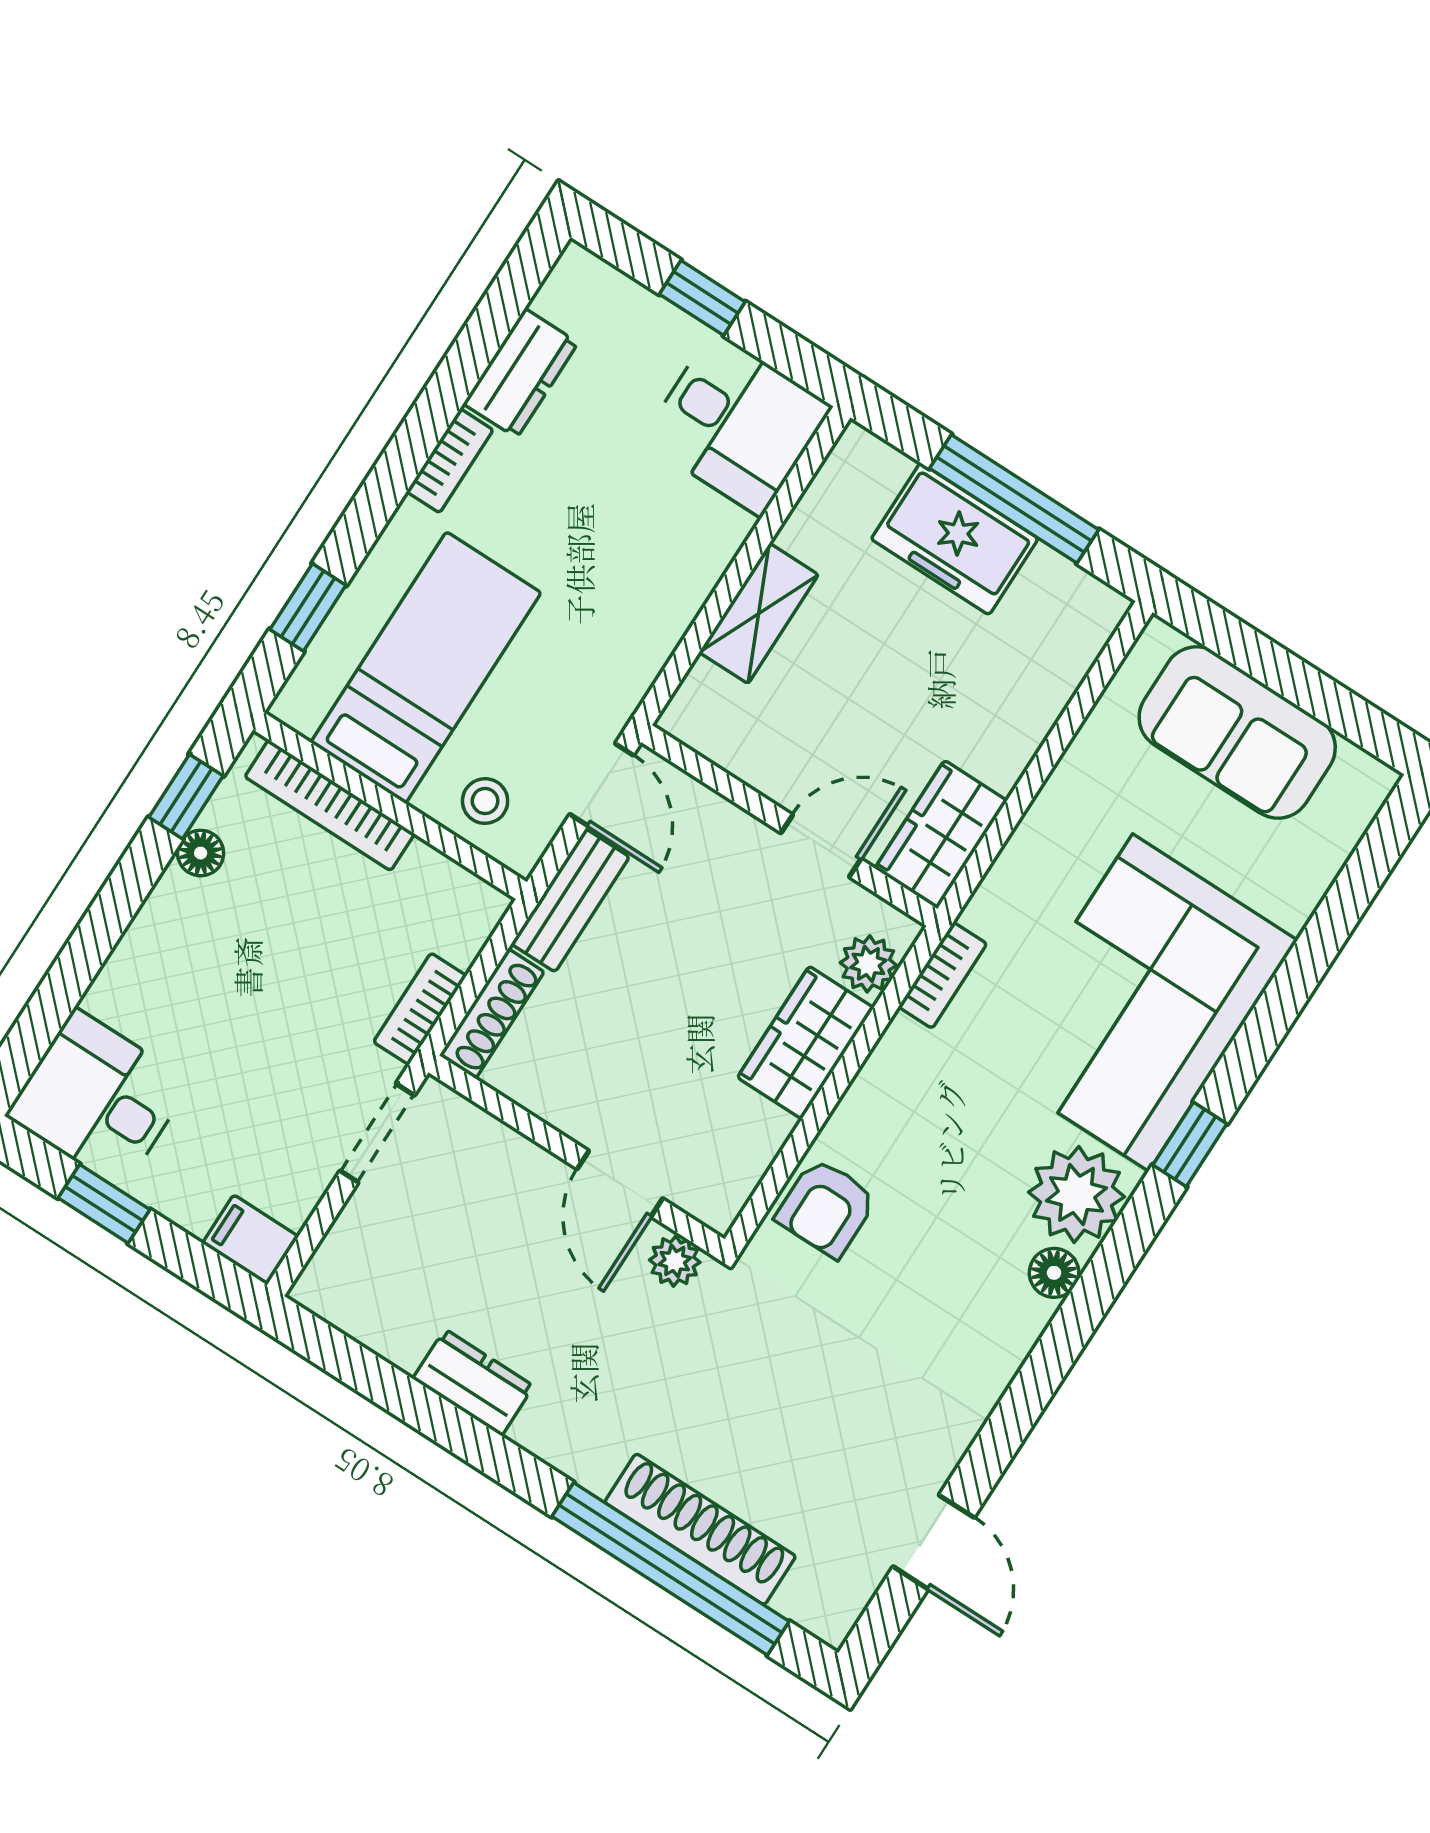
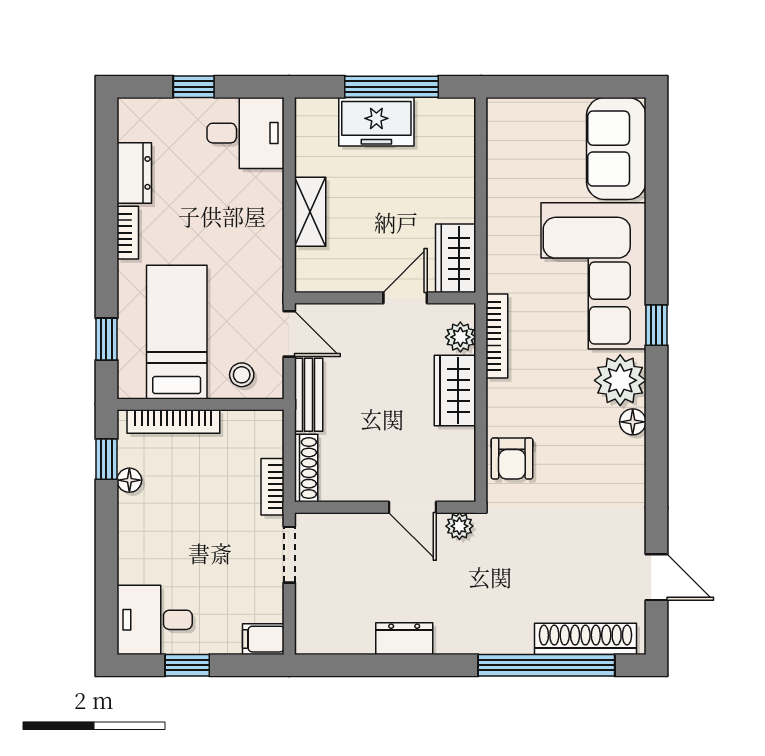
sofa: (1237, 732) -> (616, 149), moved, turned 90
bookcase: (943, 975) -> (497, 336), width x1.56
shoe rack: (700, 1529) -> (585, 639), moved

